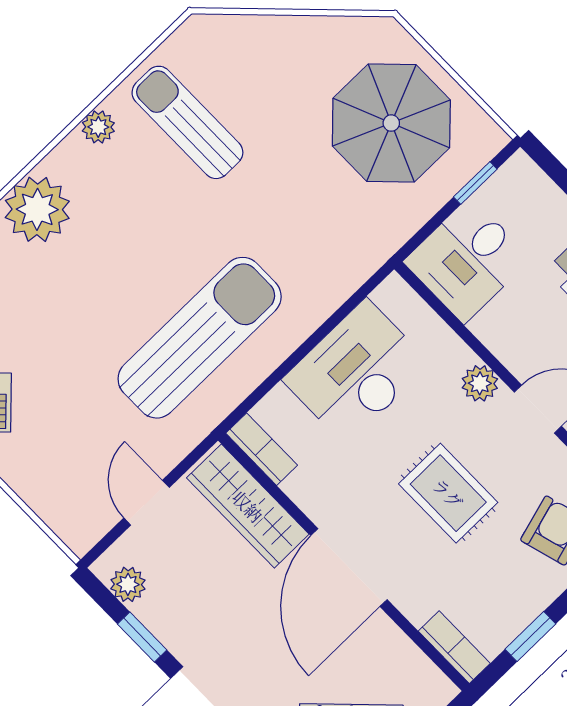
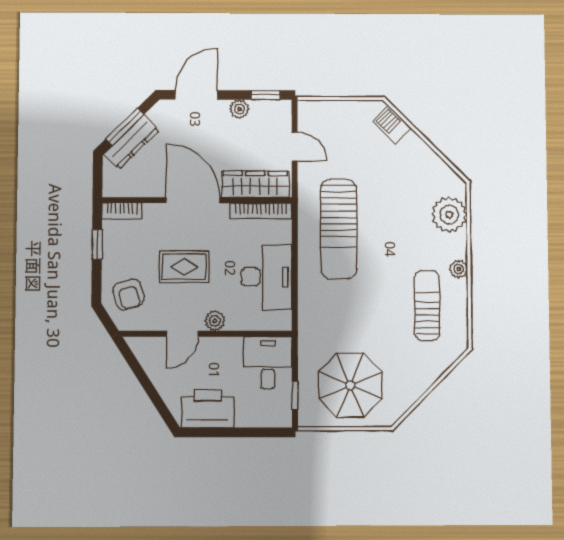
sun lounger: (187, 122) -> (427, 305), turned -90
bookcase: (262, 449) -> (261, 211), width x1.56
plant: (128, 584) -> (239, 109), moved
window: (142, 637) -> (265, 95), moved

